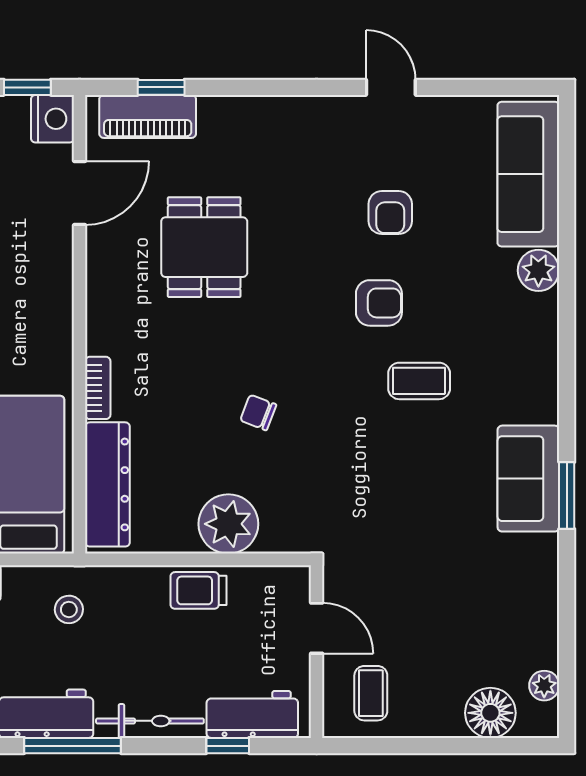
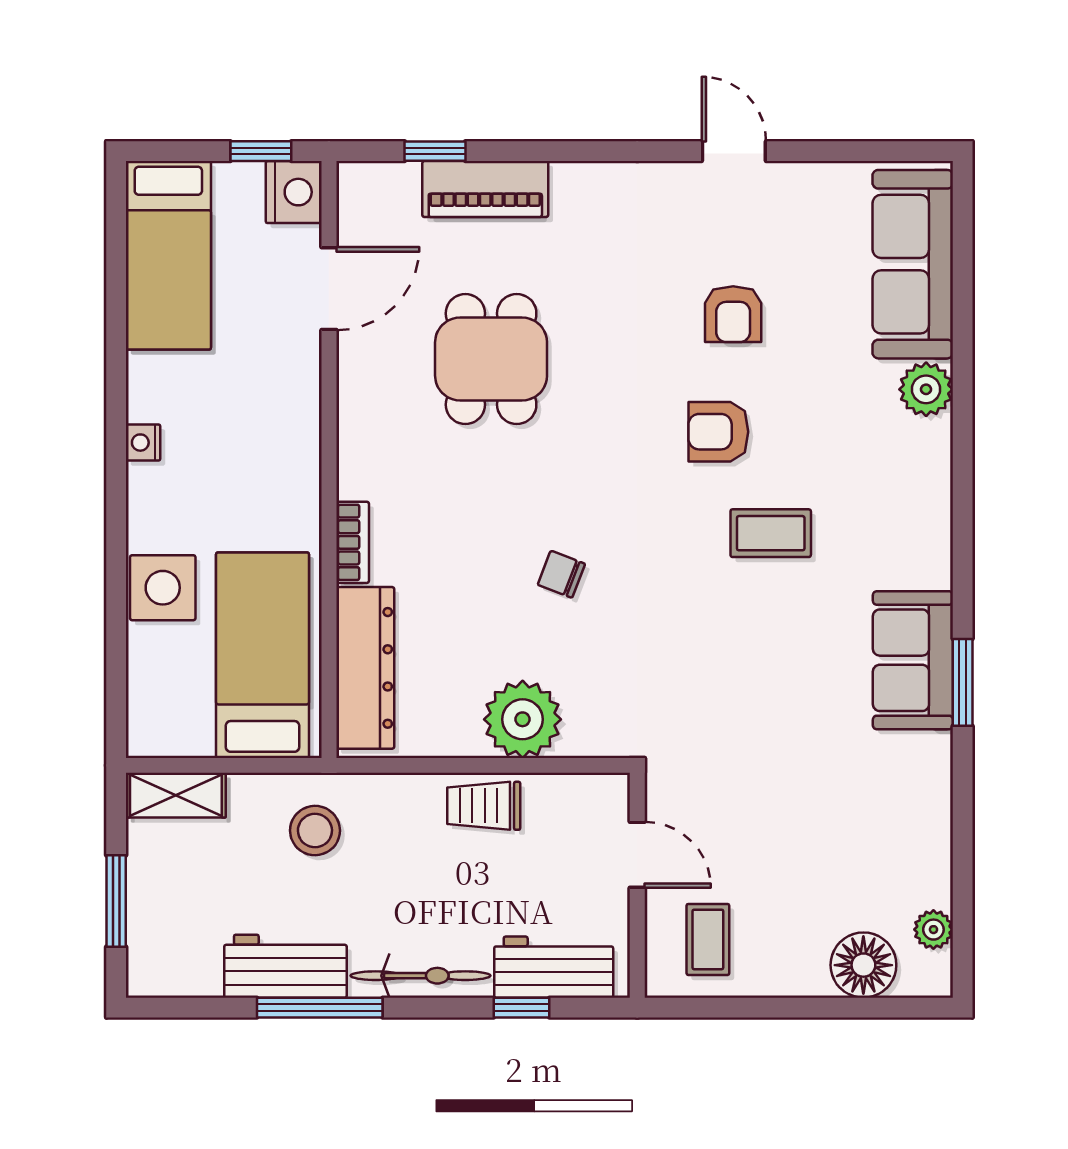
piano: (148, 116) -> (485, 189), moved
armchair: (379, 303) -> (718, 432), turned 180
stool: (69, 609) -> (315, 831), width x1.37, depth x1.37

